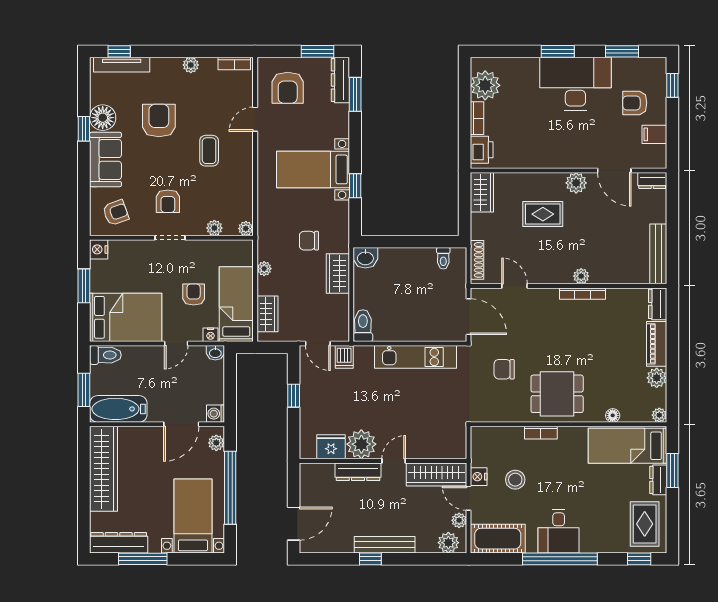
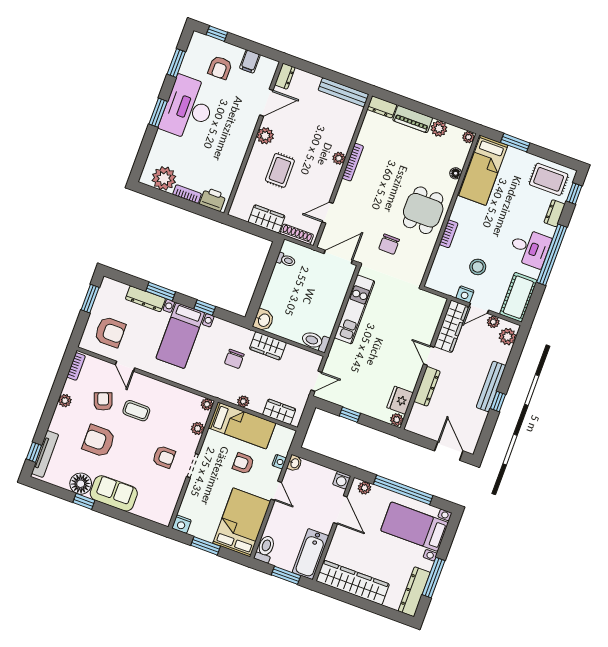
dresser: (340, 80) -> (145, 299), moved
window: (355, 94) -> (161, 291), moved
wardrobe: (482, 192) -> (267, 219), moved
armchair: (116, 213) -> (103, 401), moved
bed: (236, 304) -> (242, 425), moved, turned 180
dishwasher: (344, 357) -> (334, 365), removed
plant: (361, 444) -> (397, 420), moved, width x0.53, depth x0.53
dresser: (658, 480) -> (554, 213), moved, turned 90

